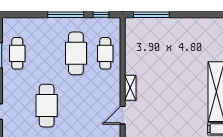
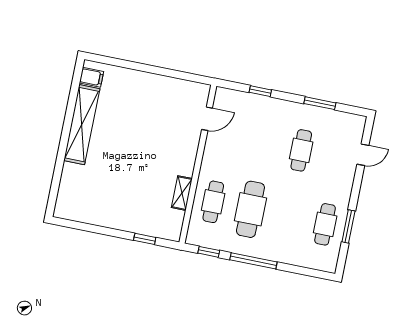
window: (151, 15) -> (145, 239), width x0.46
shelving: (130, 88) -> (182, 193), moved
cafe table: (47, 106) -> (301, 150), width x0.73, depth x0.74

